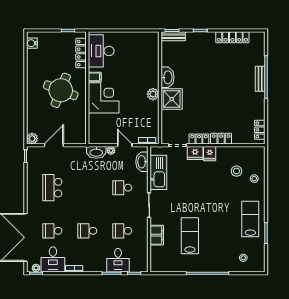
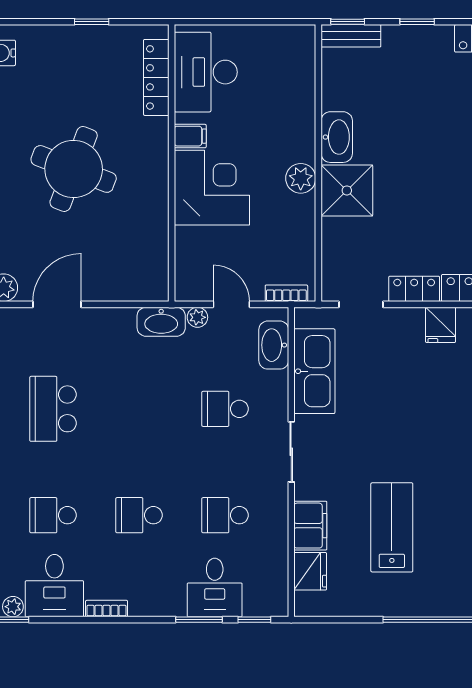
desk: (101, 51) -> (206, 72), moved
locker: (81, 53) -> (156, 77), moved
filing cabinet: (95, 77) -> (190, 136), moved
wall: (87, 88) -> (172, 163), moved
corner desk: (104, 98) -> (212, 188), moved
fridge: (195, 153) -> (310, 571), moved, turned -90

